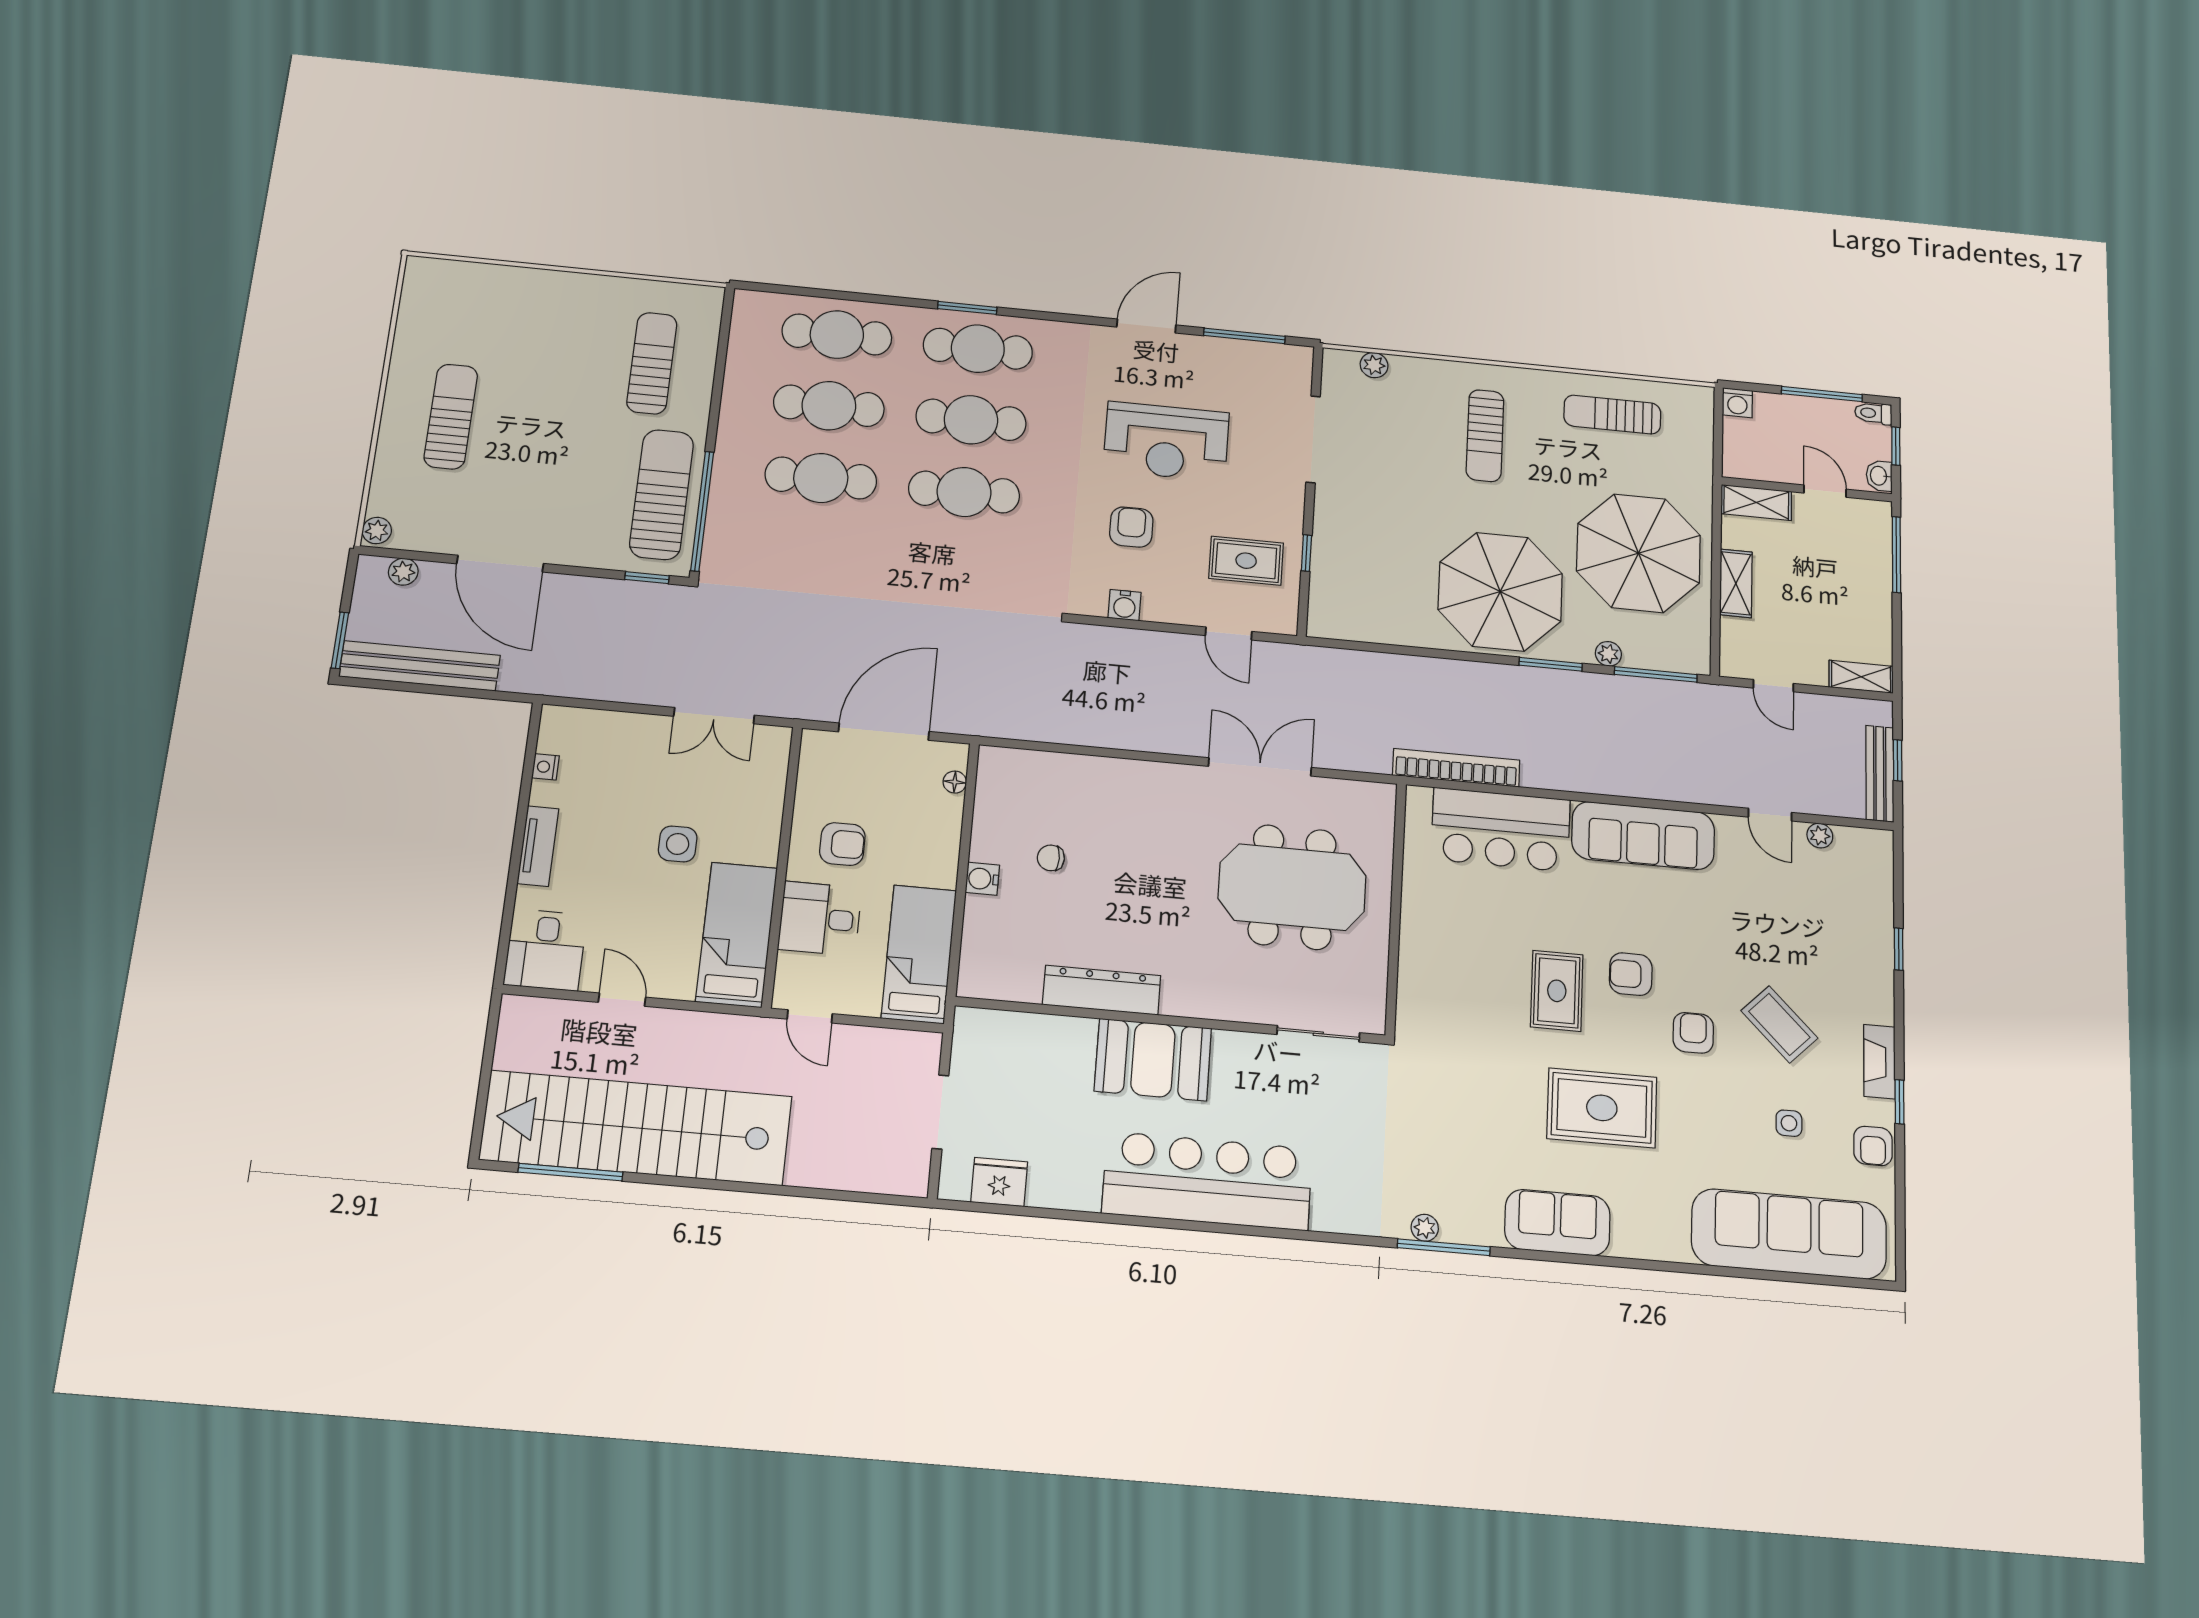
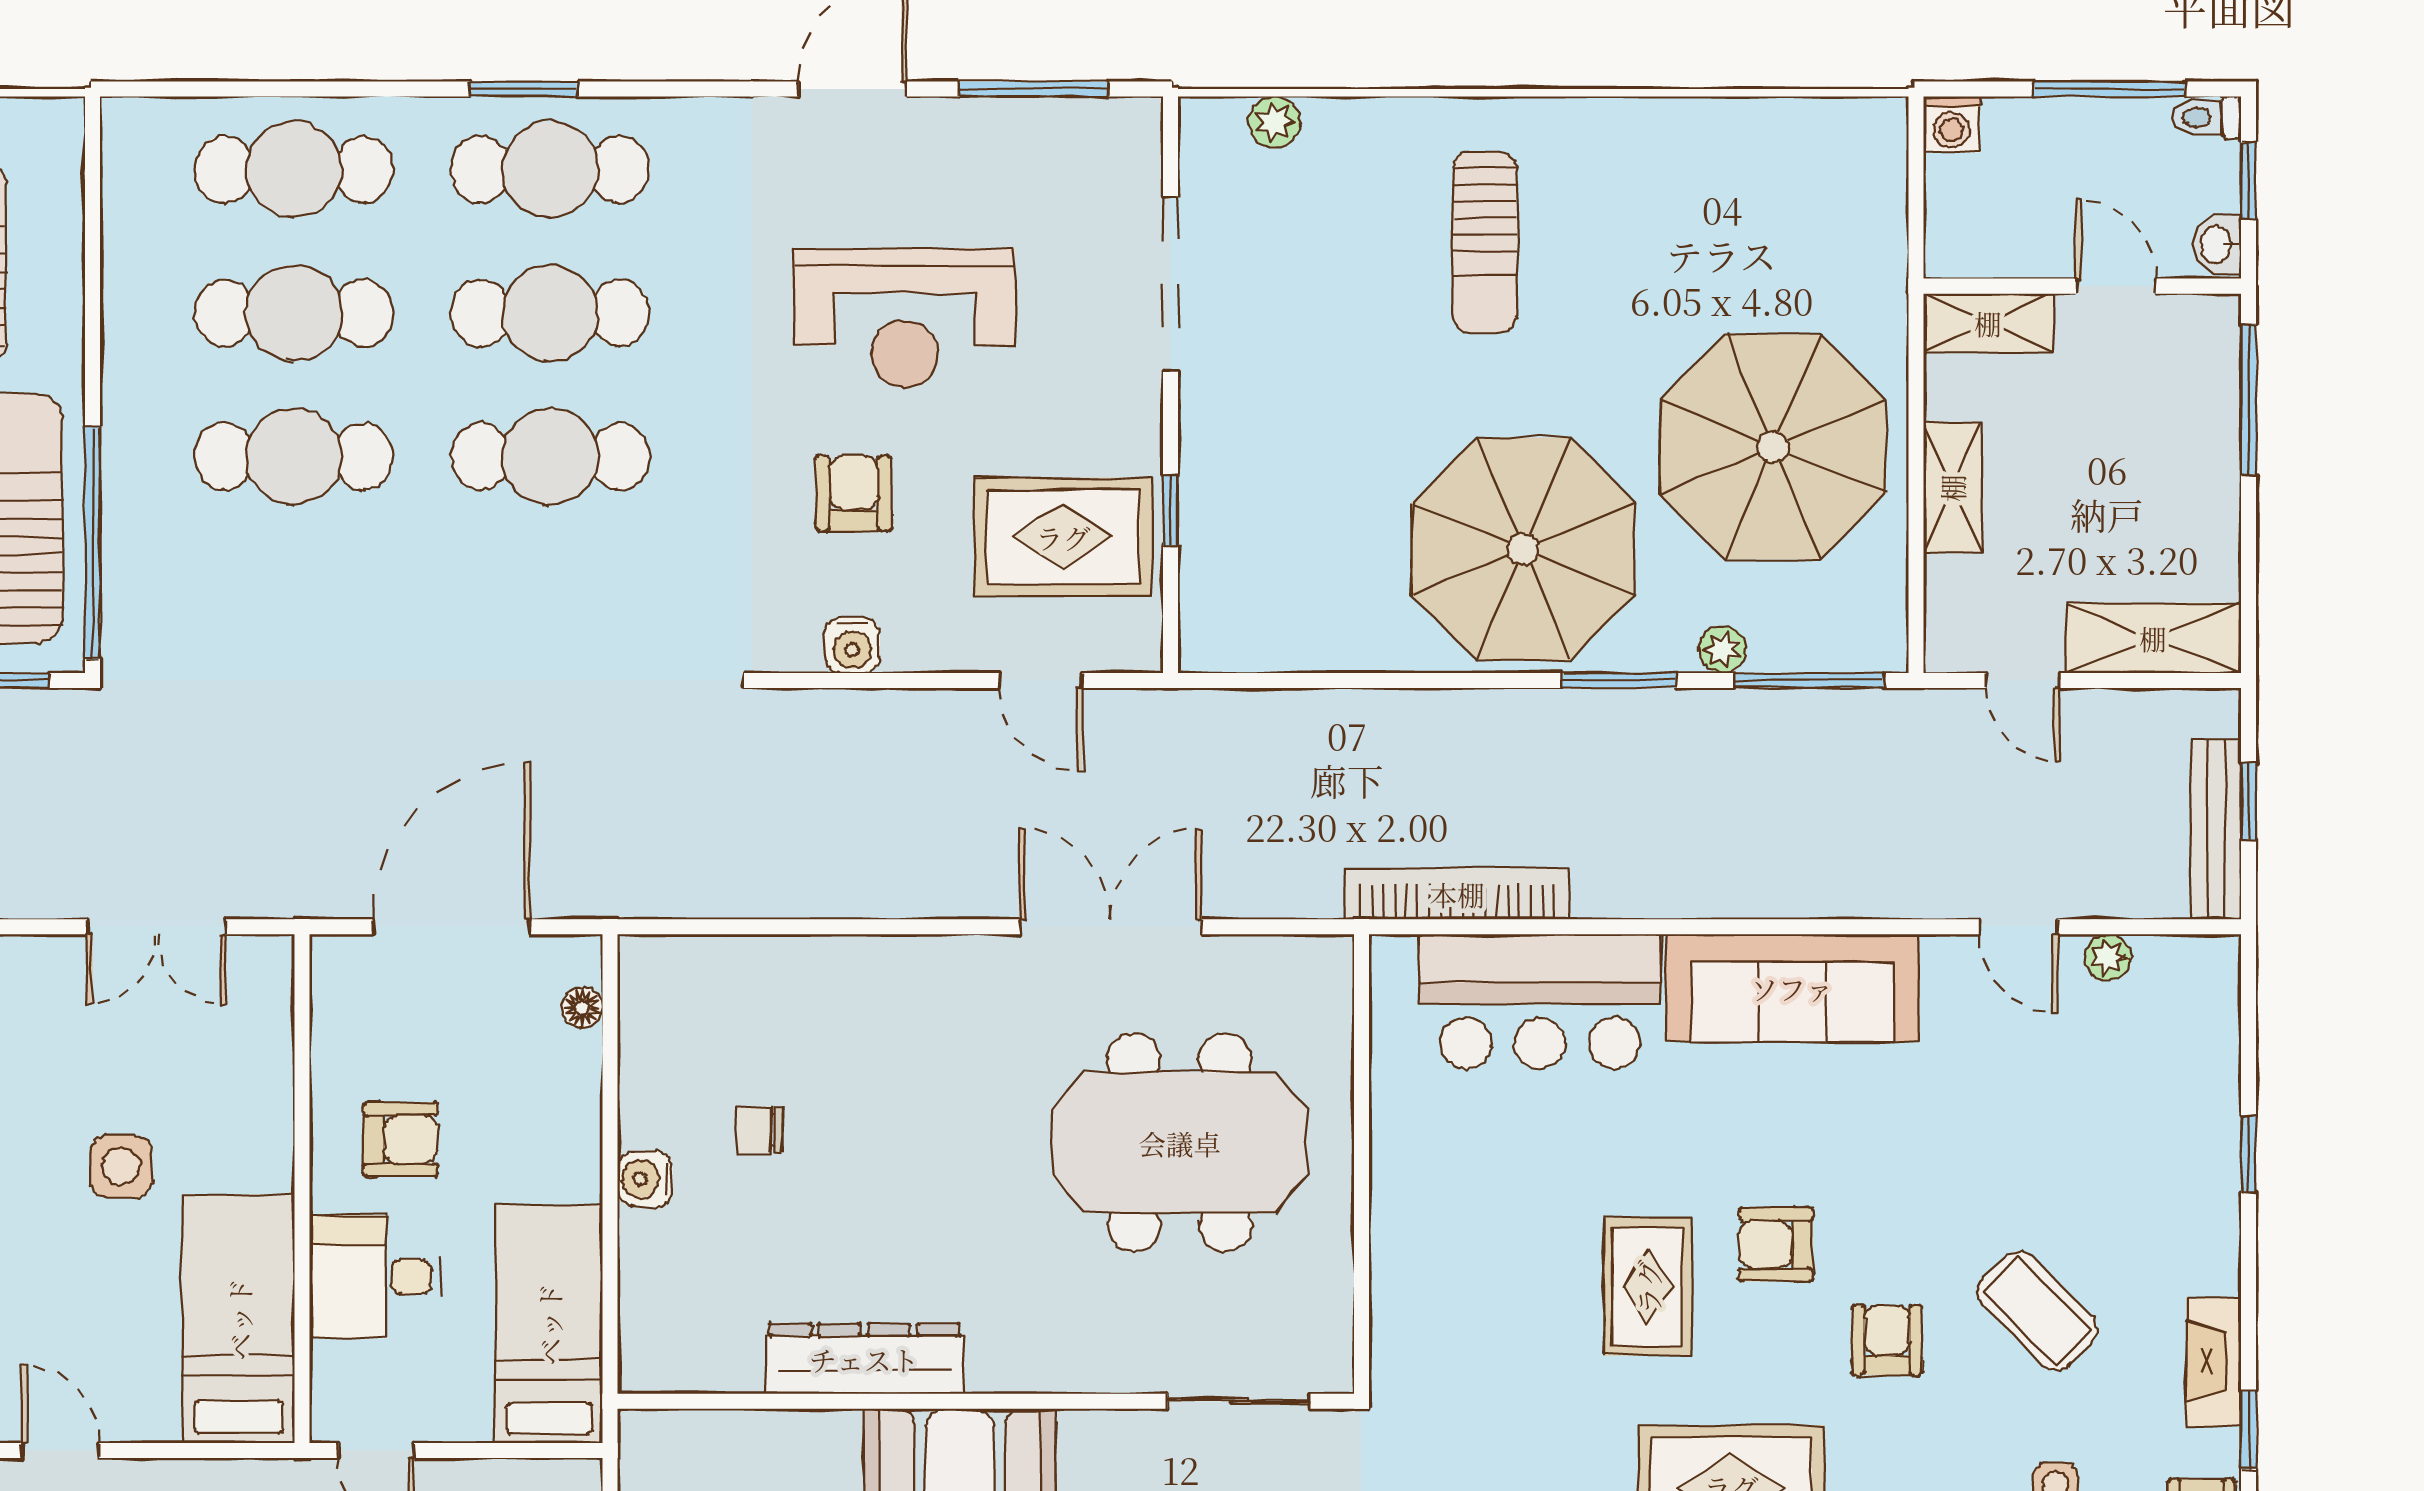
sun lounger: (1612, 415) -> (1719, 174), removed
rug: (1246, 561) -> (1063, 537), width x1.36, depth x1.43
shelving: (1861, 677) -> (2153, 638), width x1.50, depth x1.33

